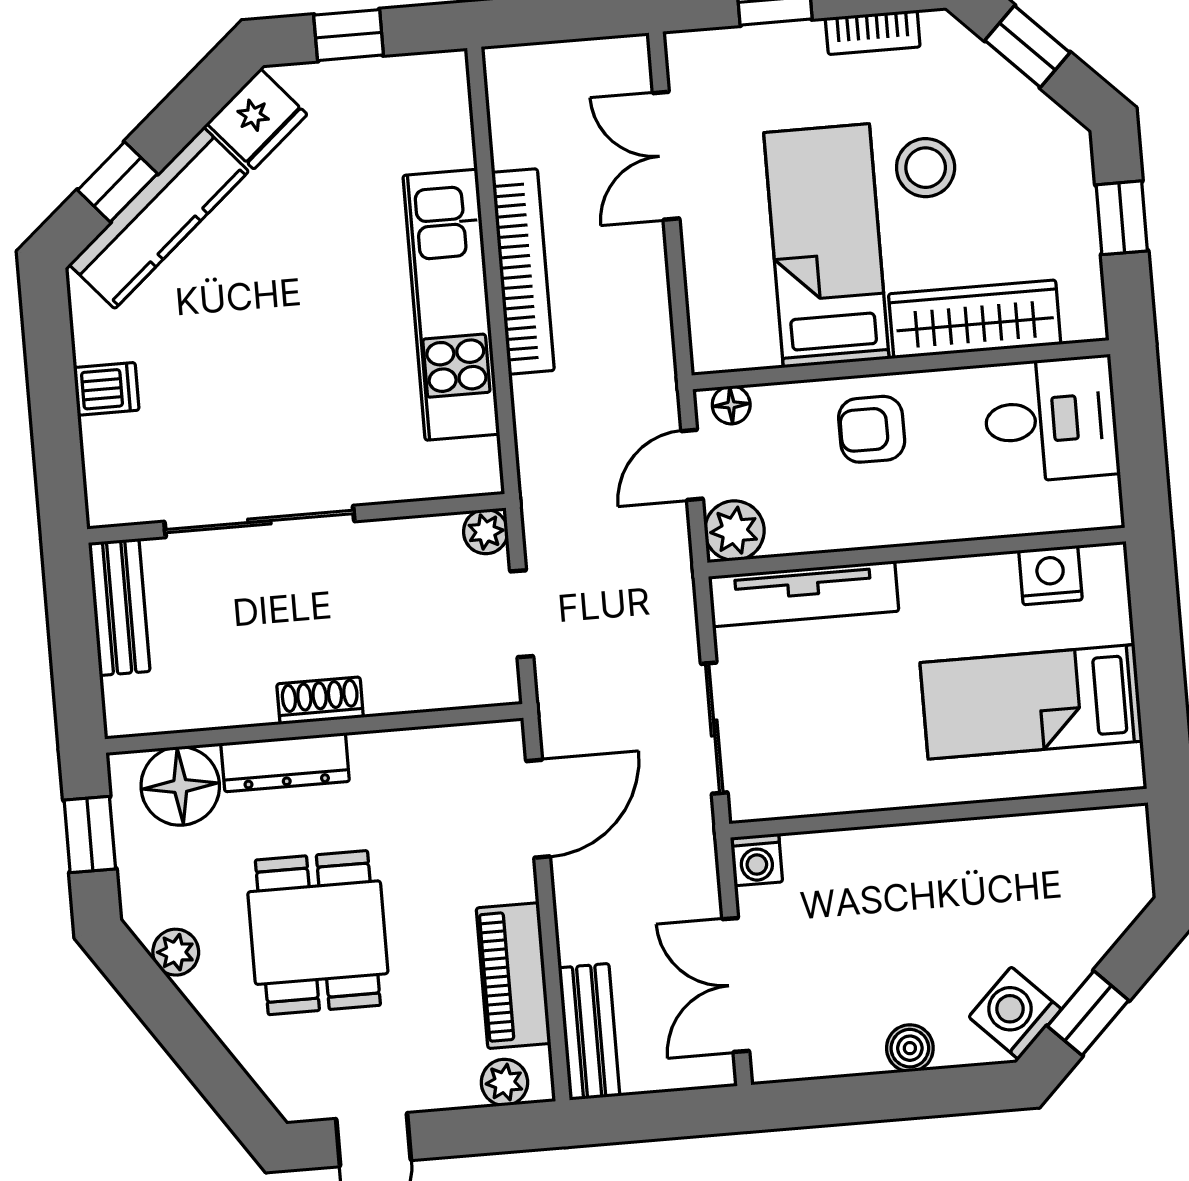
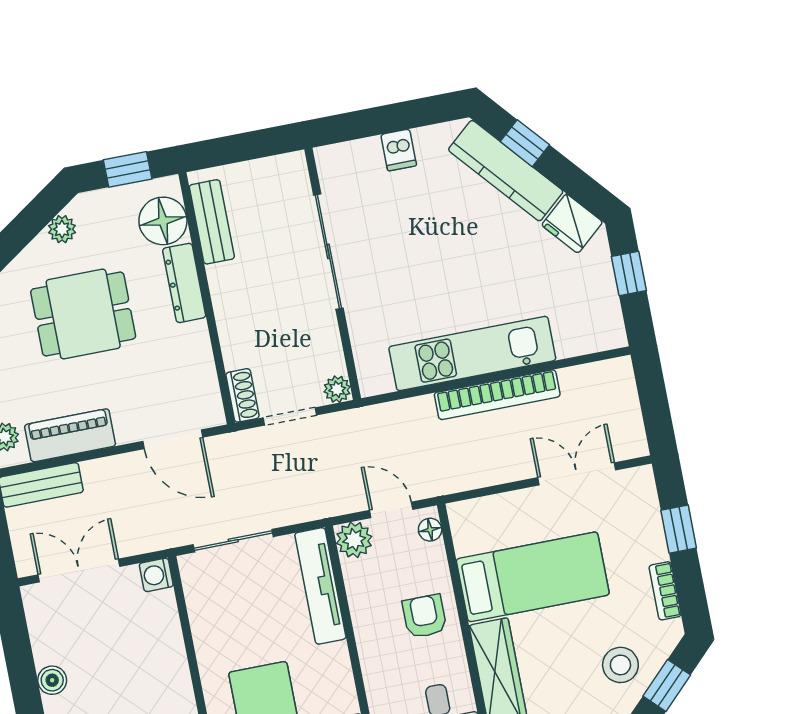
stool: (926, 168) -> (620, 665), moved
bench: (119, 607) -> (212, 222), moved, turned 90
shoe rack: (320, 701) -> (242, 395), moved

